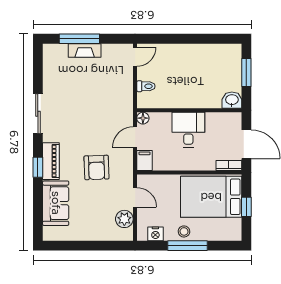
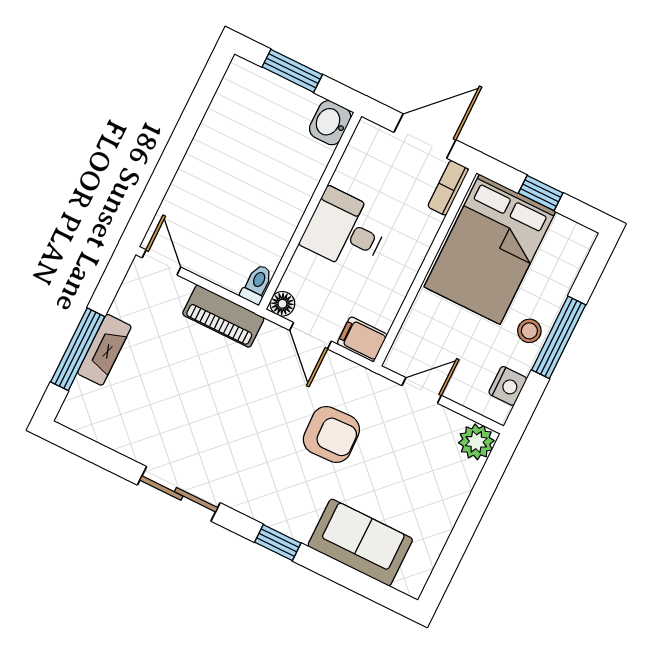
toilet: (146, 86) -> (257, 284), moved
piano: (51, 161) -> (223, 316), moved, turned 180
plant: (124, 219) -> (476, 442), moved

